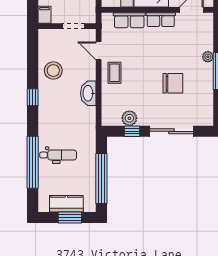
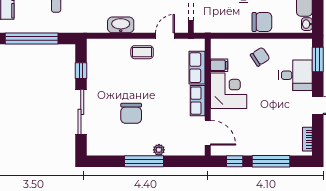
plant: (129, 118) -> (95, 68), removed

